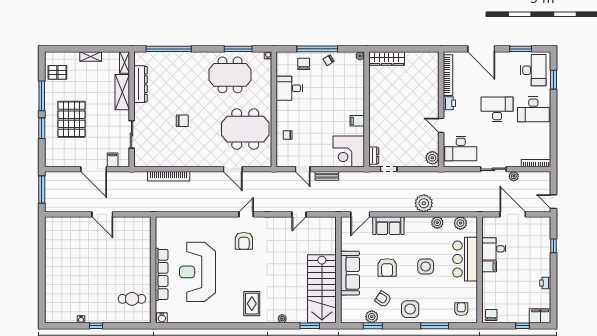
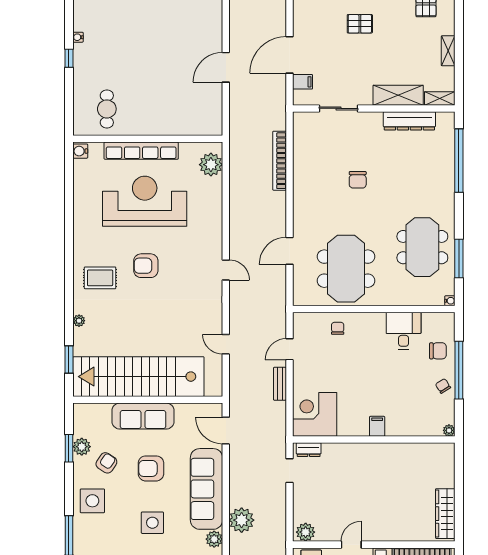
wardrobe: (387, 59) -> (445, 514), moved
pallet: (71, 119) -> (360, 24), width x0.49, depth x0.50
filing cabinet: (357, 121) -> (377, 426), moved
plant: (171, 225) -> (211, 165), added
sofa: (388, 226) -> (206, 489), width x1.85, depth x1.27
armchair: (244, 241) -> (146, 266), moved
stairs: (322, 289) -> (138, 377), width x1.36

